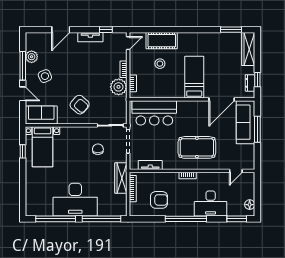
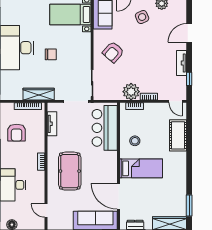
door: (61, 30) -> (189, 33), hinge flipped
stool: (160, 64) -> (135, 141), moved
chair: (98, 149) -> (51, 54), moved

